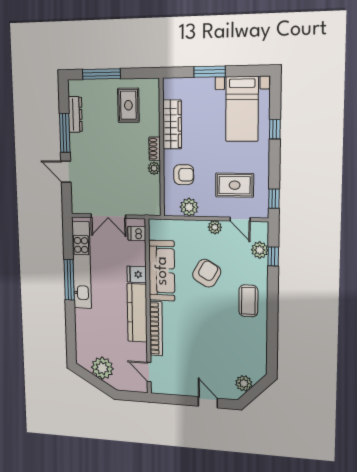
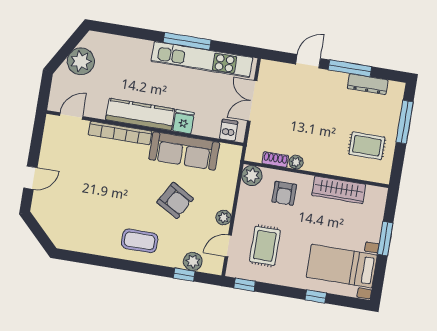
shoe rack: (155, 149) -> (275, 160), moved
plant: (189, 207) -> (252, 176), moved
plant: (244, 383) -> (49, 221), removed

